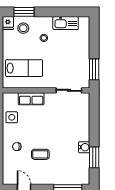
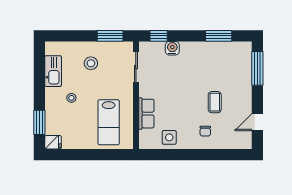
stool: (23, 28) -> (91, 63), moved
lab bench: (24, 68) -> (109, 122), turned 180
window: (94, 109) -> (159, 36), added
water cooler: (84, 147) -> (172, 48), moved

